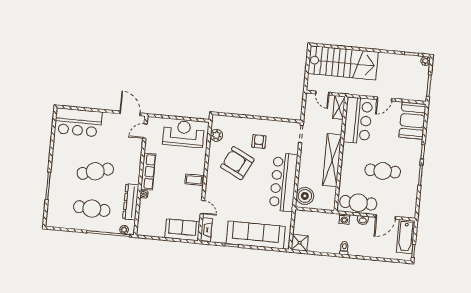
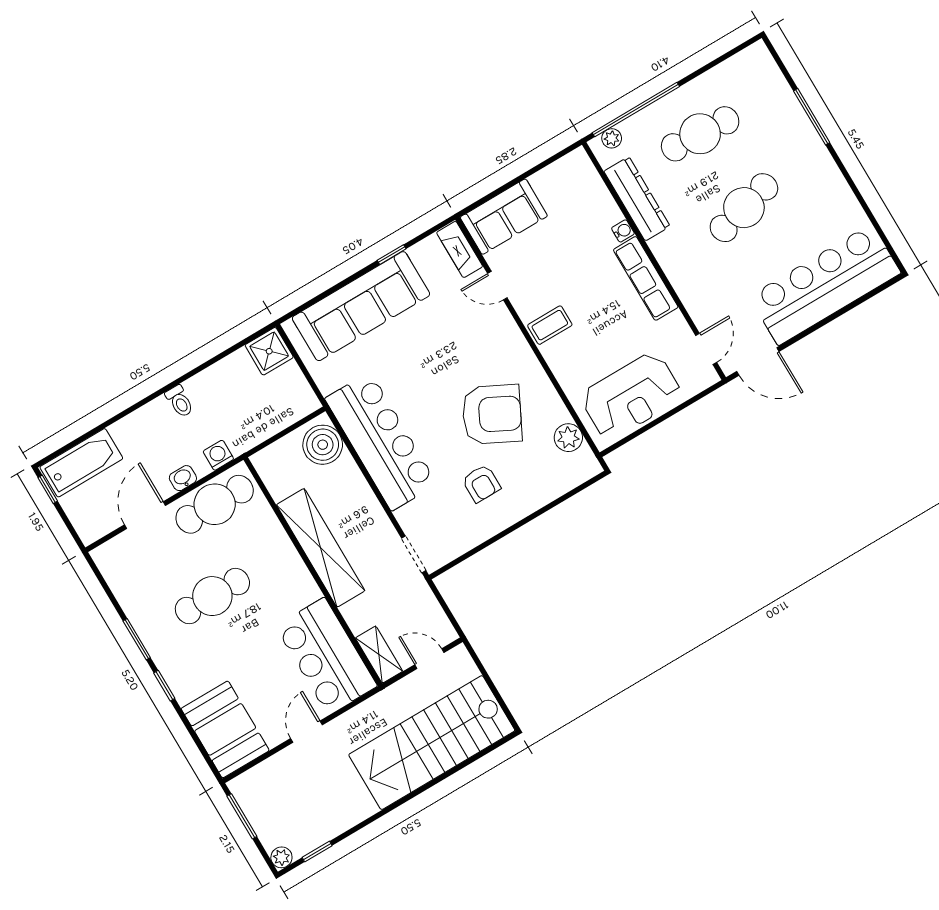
bar counter: (78, 122) -> (825, 285), width x1.36
bathtub: (406, 237) -> (81, 463), moved, turned 90

